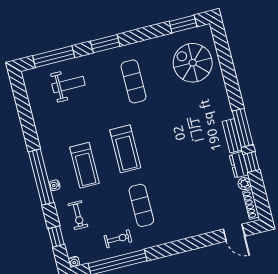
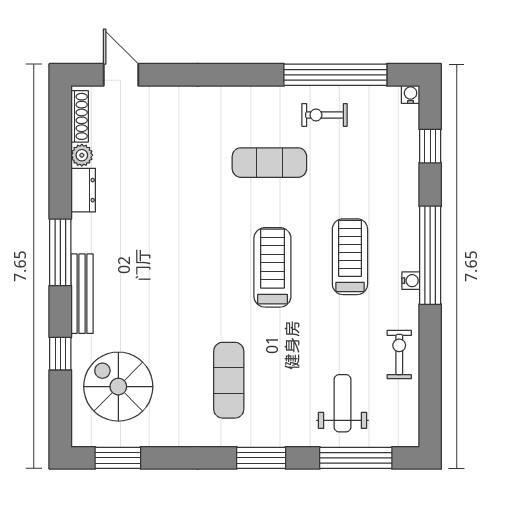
spiral stairs: (193, 63) -> (118, 387), turned 180
weight bench: (68, 85) -> (342, 403), turned 90
bench: (232, 136) -> (82, 294), moved, width x1.36
window: (251, 162) -> (60, 354), moved
water cooler: (54, 185) -> (411, 281), moved
exercise mat: (141, 205) -> (269, 163), turned 90
exercise bike: (78, 215) -> (399, 355), moved

